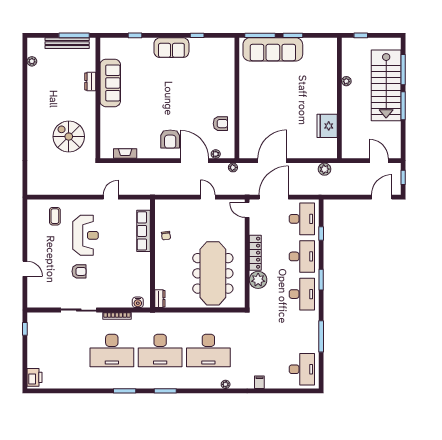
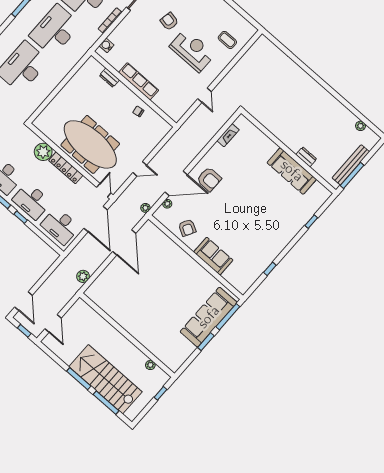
sofa: (171, 48) -> (213, 256), moved, turned 90
plant: (346, 81) -> (150, 365), moved
armchair: (220, 124) -> (187, 228), turned -61
fridge: (327, 126) -> (114, 307), removed
spiral stairs: (69, 137) -> (279, 104), removed
armchair: (170, 139) -> (209, 179), turned 180
door: (379, 161) -> (53, 323), hinge flipped
door: (247, 210) -> (104, 190), hinge flipped
row of seats: (144, 231) -> (139, 81), moved
window: (321, 233) -> (21, 217), moved
reception desk: (86, 235) -> (192, 50), turned 180
armchair: (79, 271) -> (169, 21), turned 101
meeting table: (213, 273) -> (90, 144), moved
dresser: (160, 299) -> (109, 78), moved

